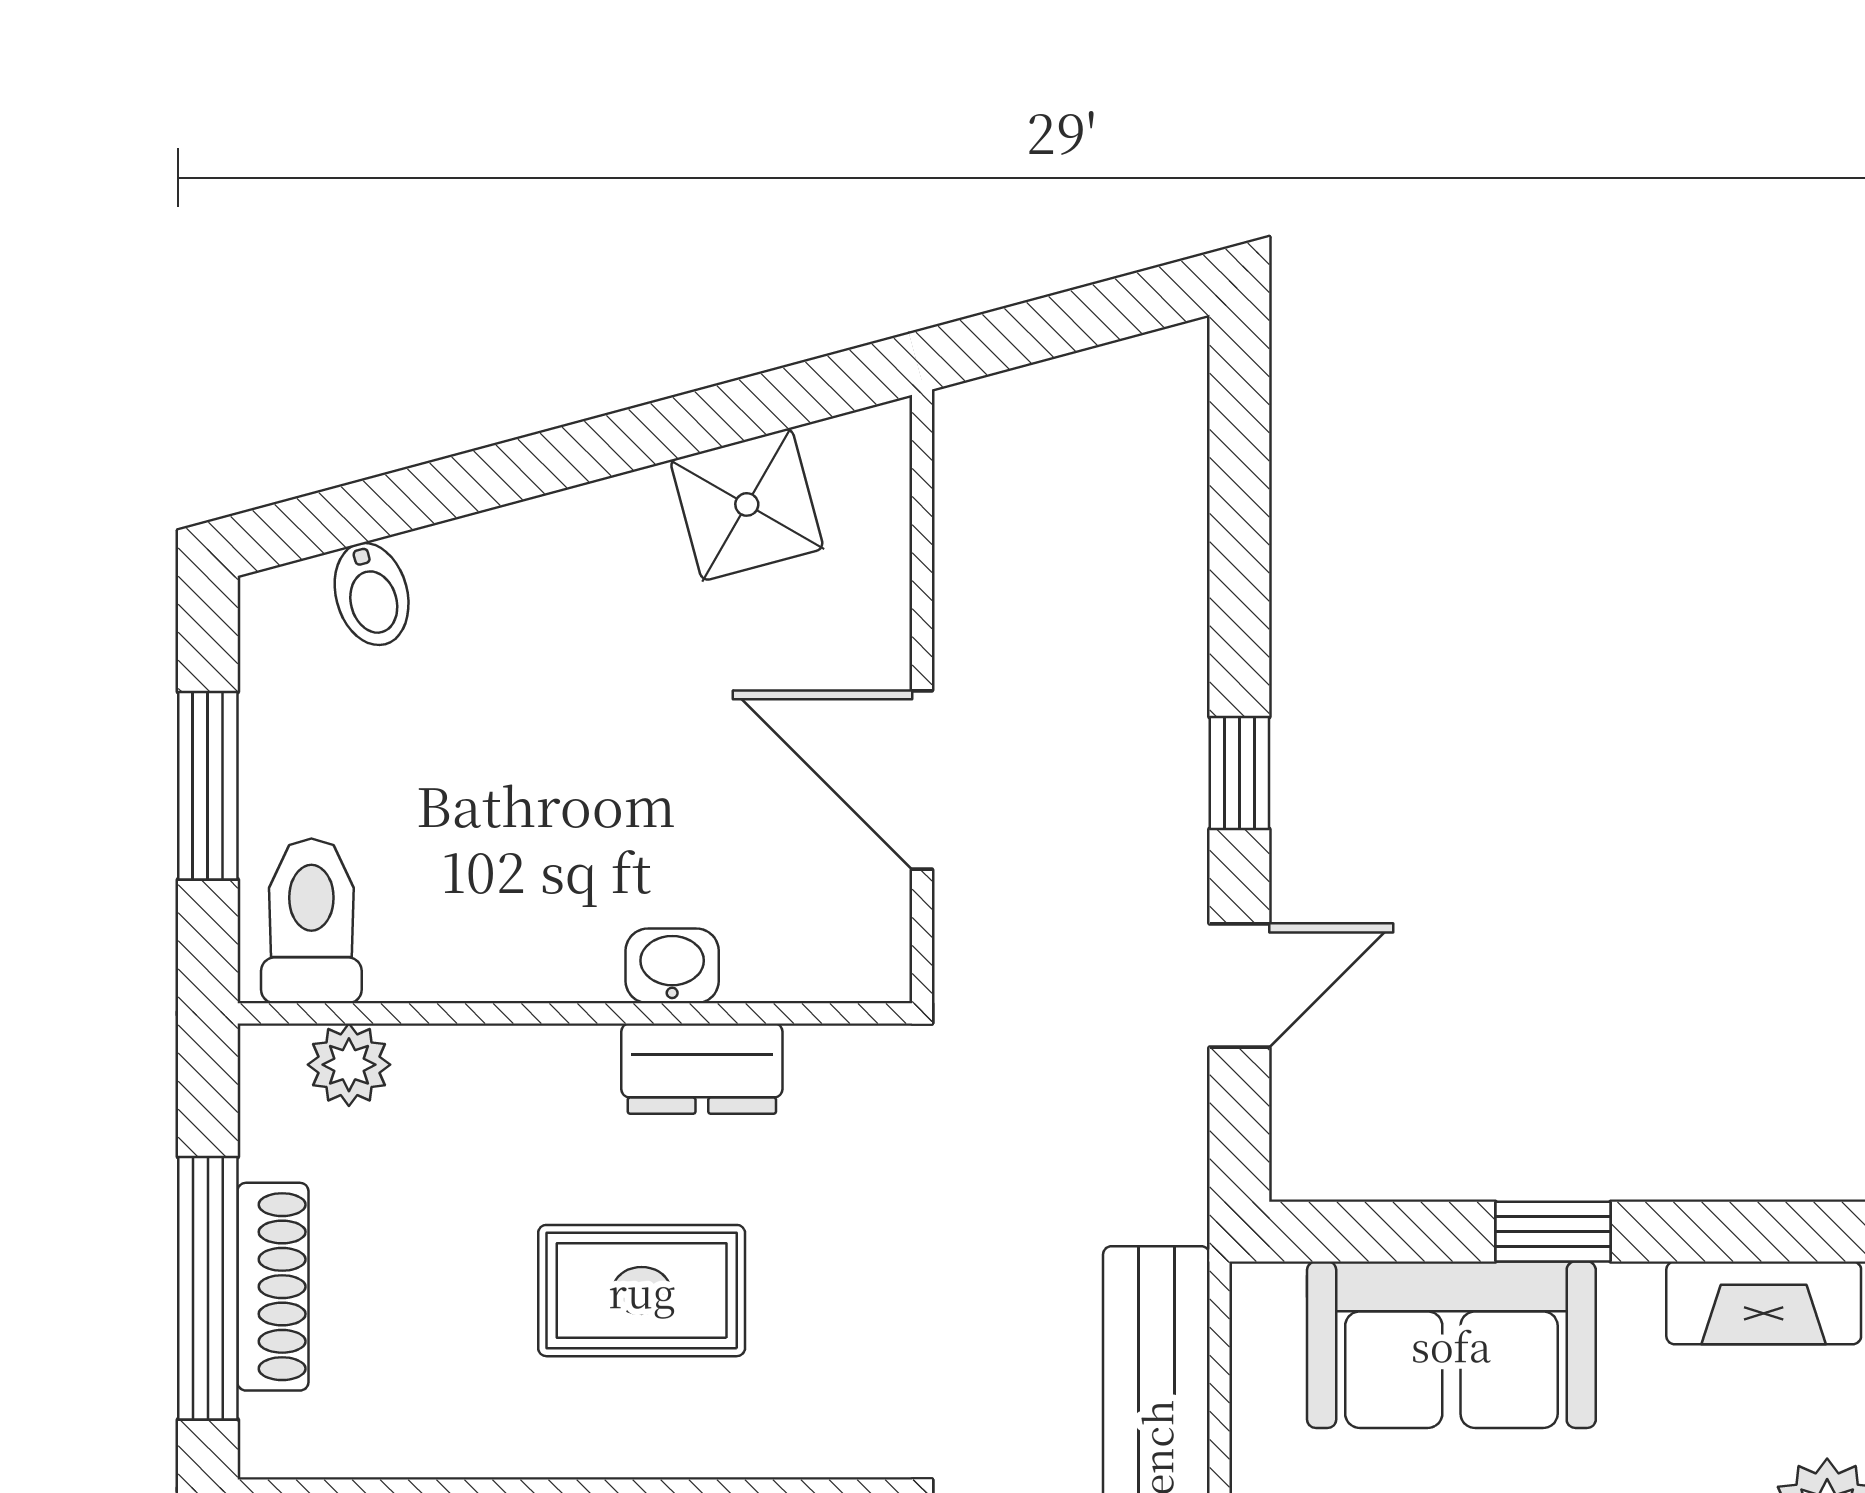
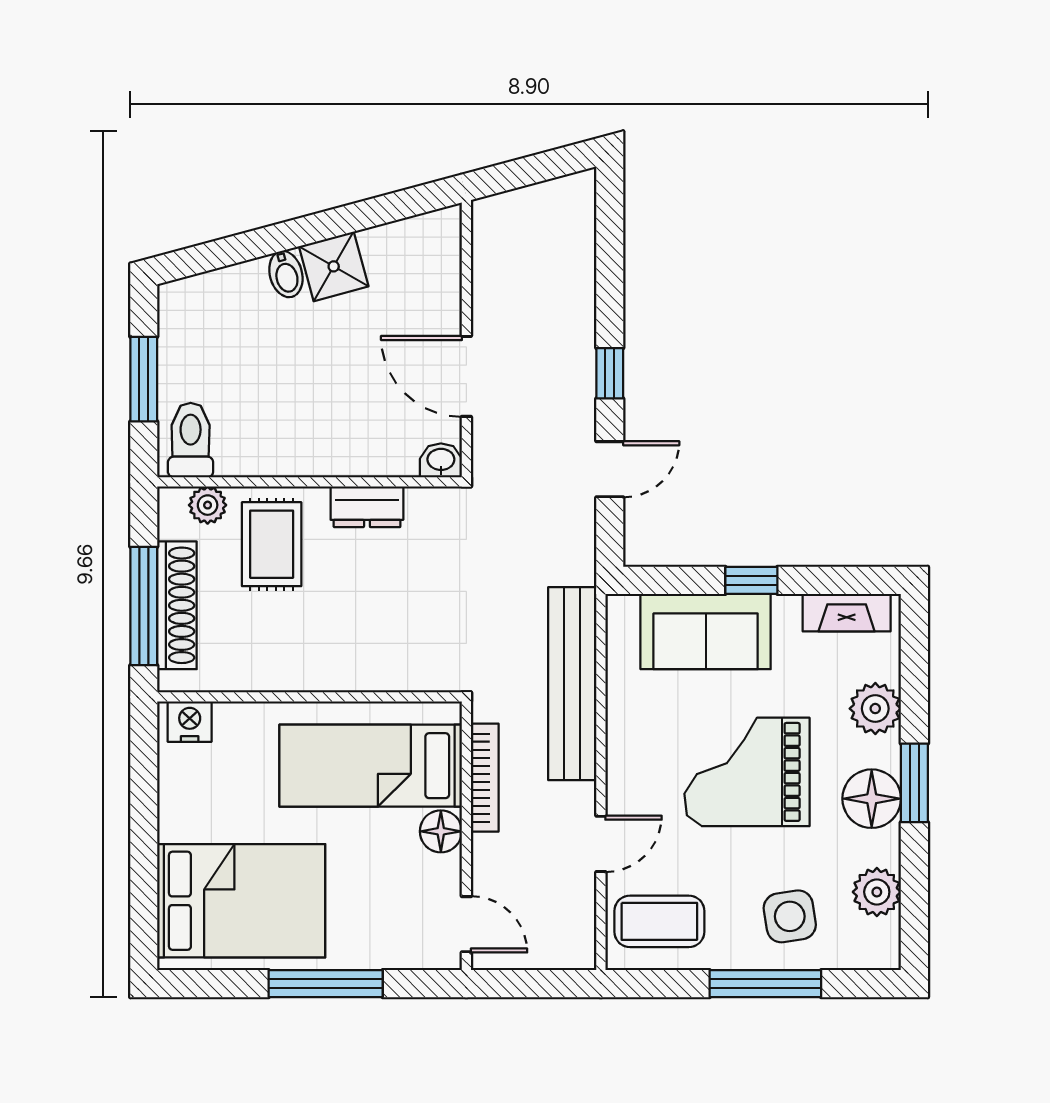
shower: (747, 504) -> (334, 266), moved
bidet: (372, 594) -> (286, 274), moved
washbasin: (672, 966) -> (441, 460), moved
shoe rack: (273, 1287) -> (177, 605), width x1.36, depth x1.24
rug: (642, 1291) -> (272, 544), moved, turned 90

